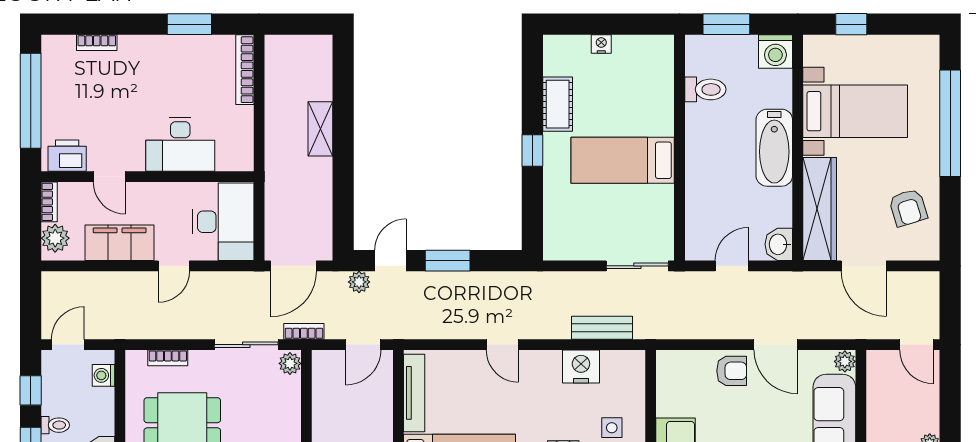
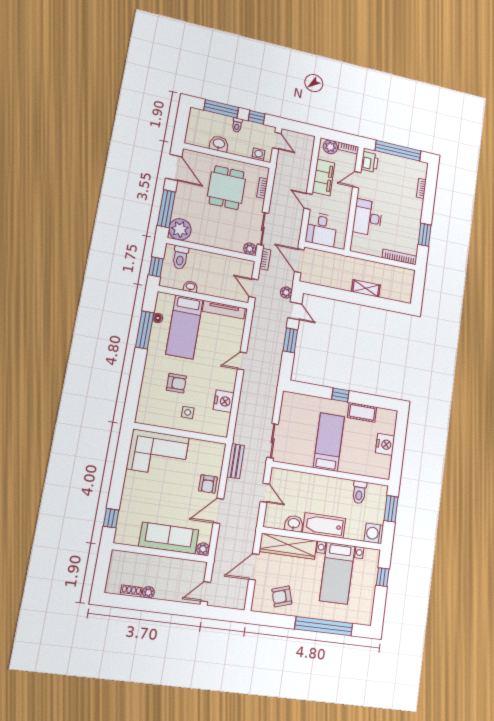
nightstand: (601, 44) -> (385, 444), width x1.89, depth x1.79
desk: (223, 222) -> (321, 229), width x0.73
washbasin: (779, 244) -> (294, 524), moved
bench: (602, 328) -> (236, 461), moved

